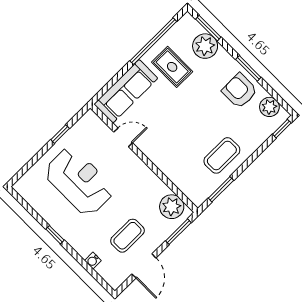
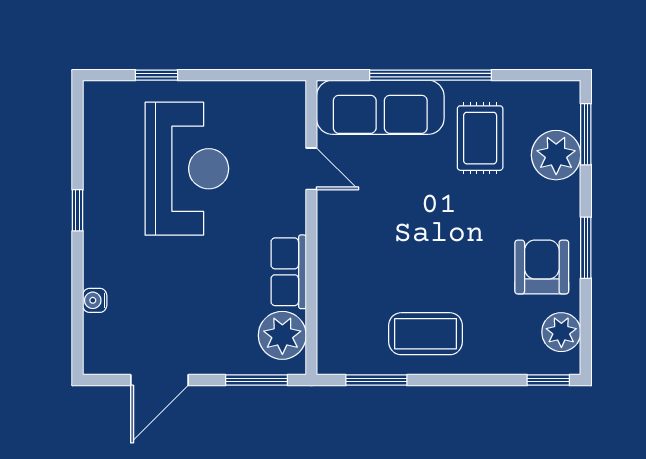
window: (153, 41) -> (431, 75), moved
window: (60, 134) -> (156, 75), moved
row of seats: (152, 182) -> (289, 272), added
coffee table: (127, 236) -> (179, 314), removed

